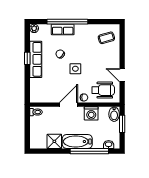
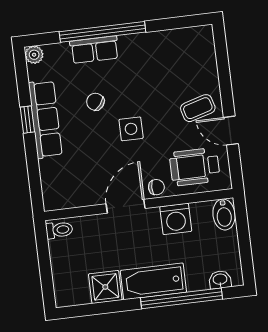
coffee table: (106, 38) -> (198, 108), moved
wheelchair: (103, 90) -> (195, 167), turned 180
window: (122, 124) -> (243, 233), removed

